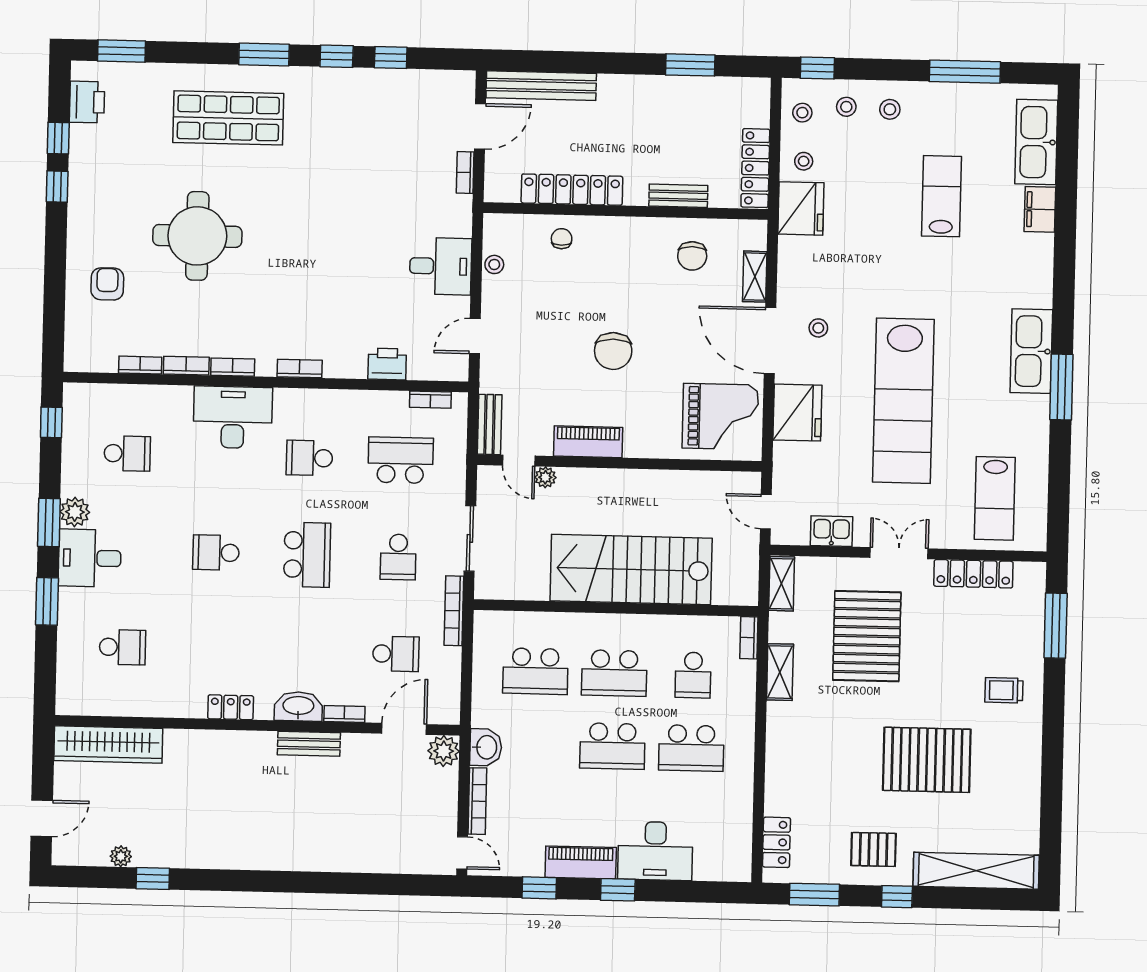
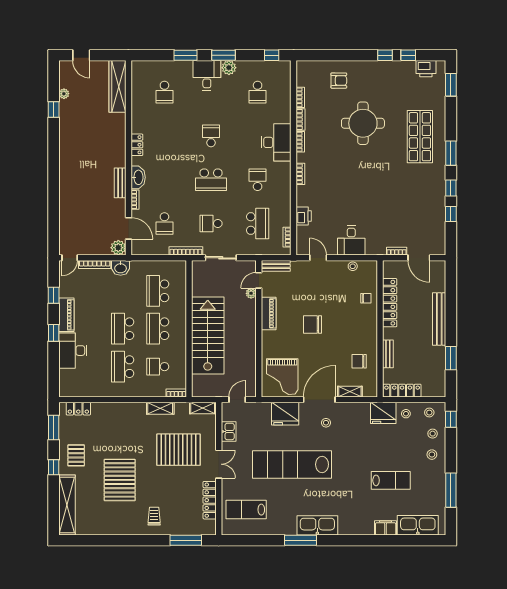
bench: (541, 86) -> (439, 319), moved

